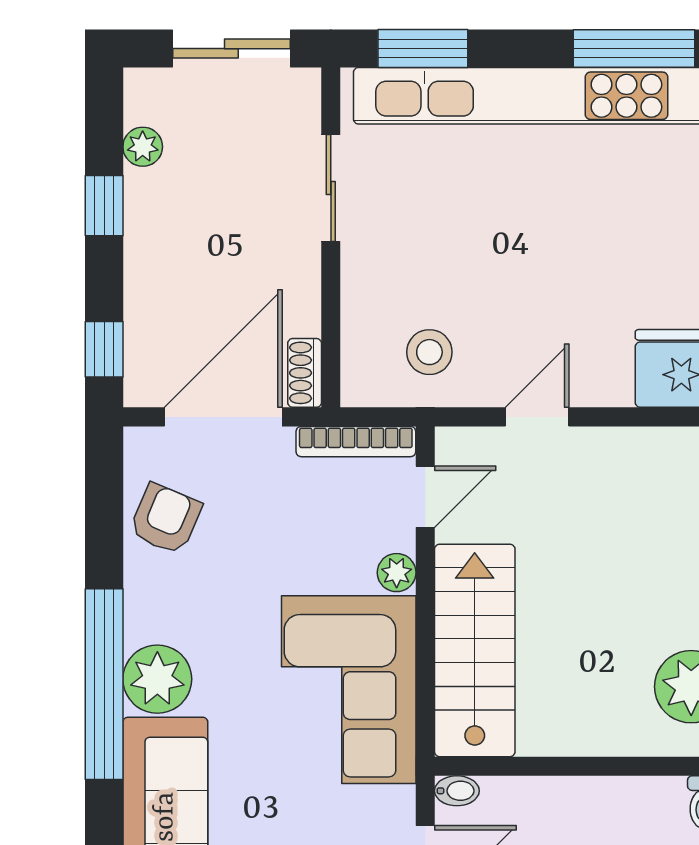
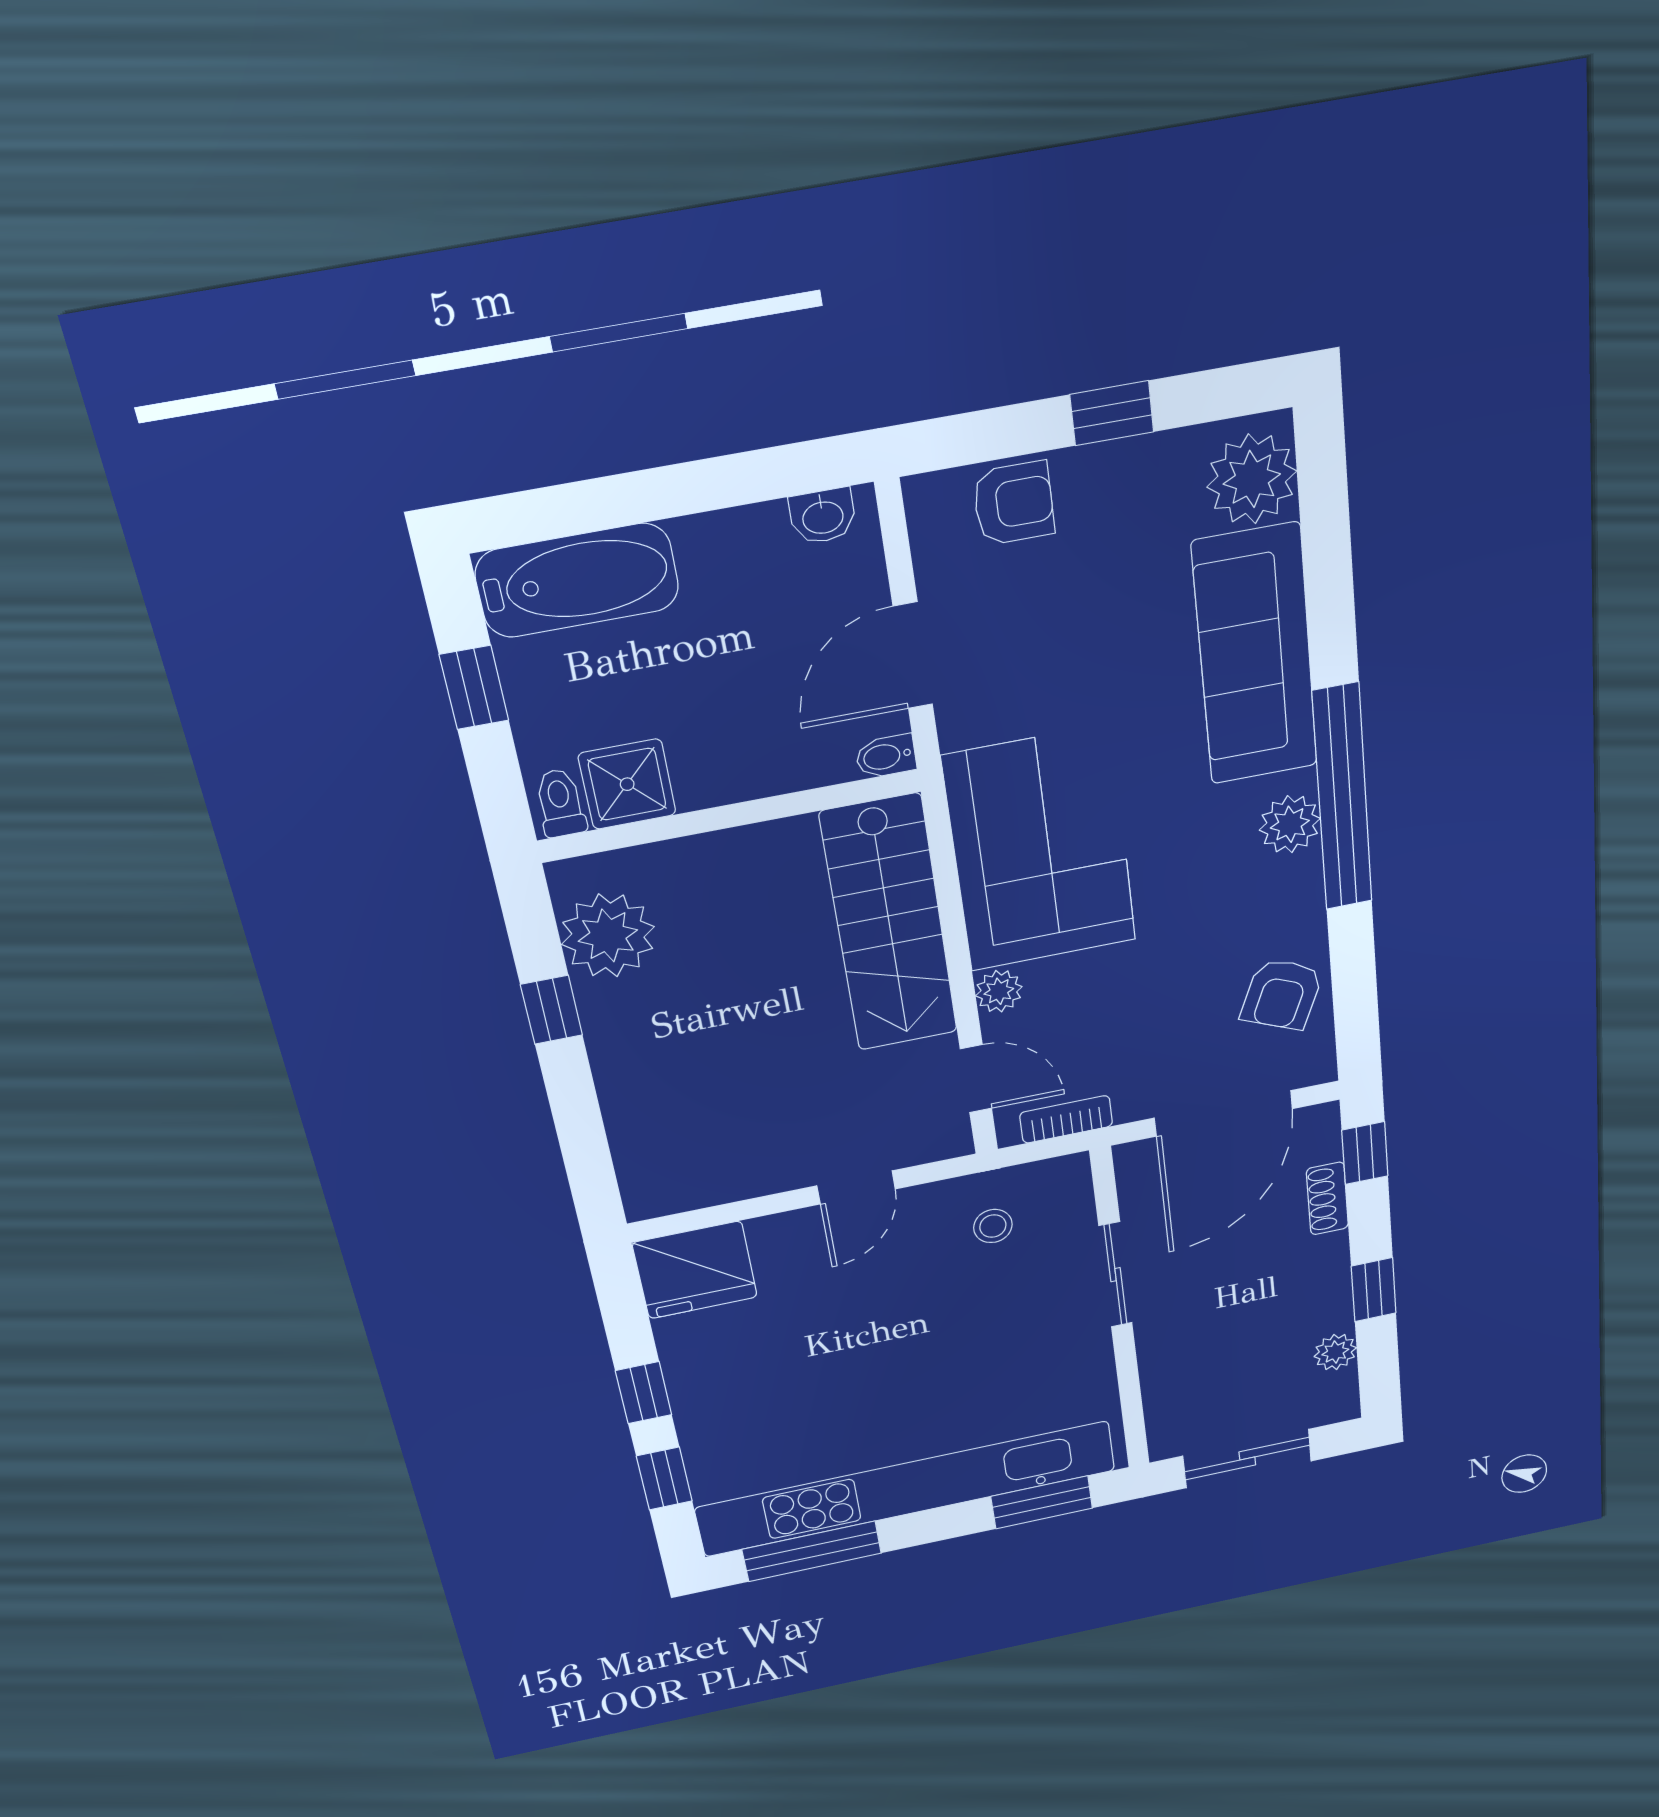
sliding door: (331, 188) -> (1116, 1275), moved
stool: (429, 352) -> (993, 1226), width x0.73, depth x0.73
shoe rack: (305, 373) -> (1327, 1198), moved, turned 180
bookcase: (356, 442) -> (1066, 1119), width x0.64
door: (425, 497) -> (976, 1079), swing flipped
plant: (157, 679) -> (1290, 824), width x0.73, depth x0.73
shower: (652, 807) -> (627, 784), added

